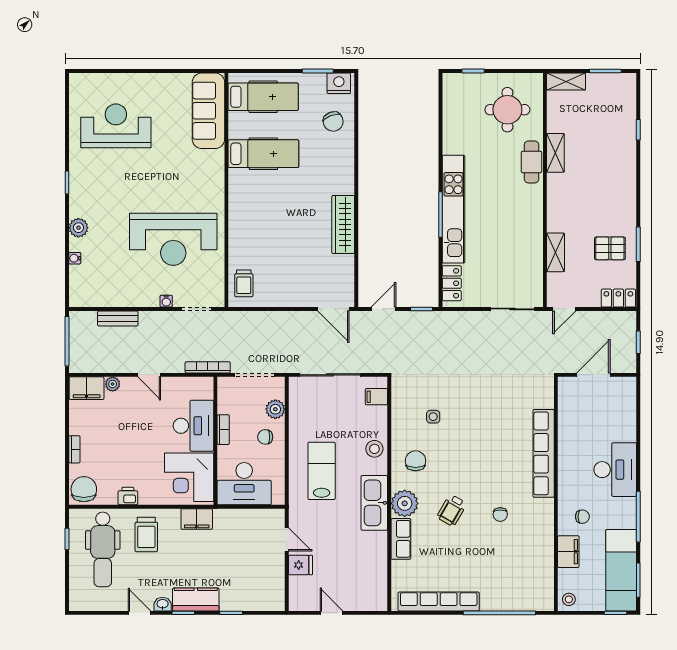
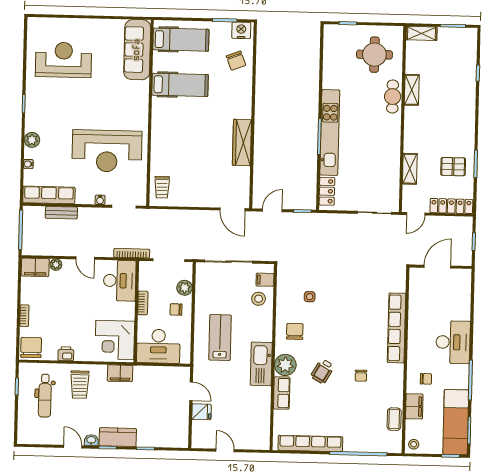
row of seats: (102, 297) -> (49, 195), added
locker: (618, 298) -> (451, 206), width x1.53
desk: (193, 426) -> (120, 281), moved
stool: (374, 449) -> (259, 299), moved
dental chair: (103, 549) -> (45, 396), width x0.73, depth x0.72
coffee table: (543, 568) -> (394, 419), added

